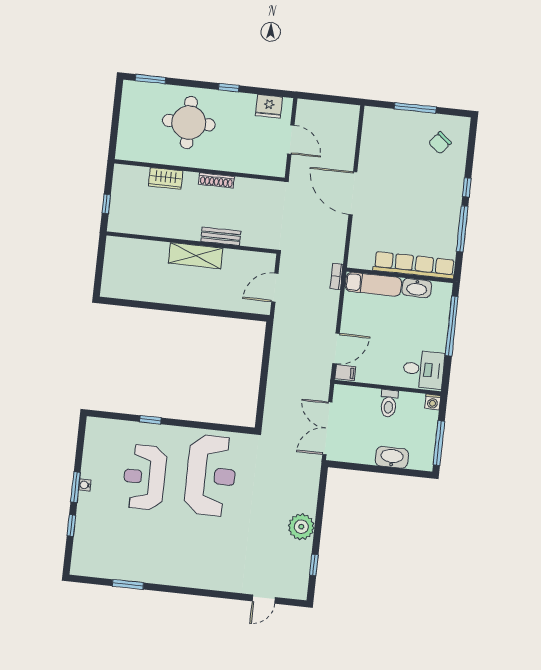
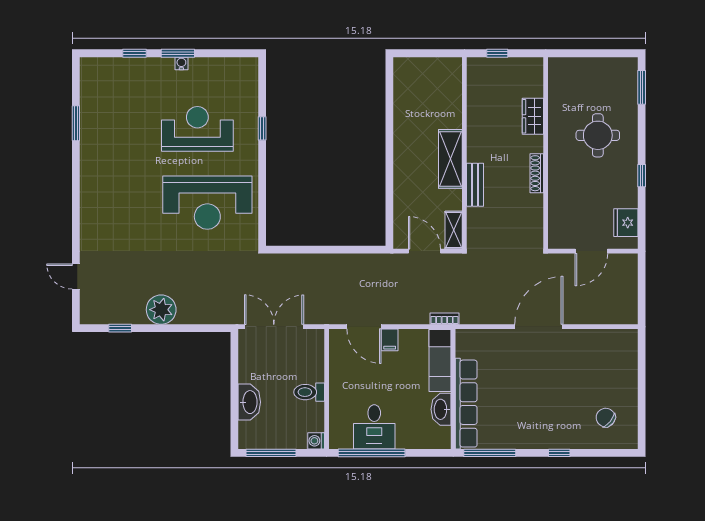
window: (415, 108) -> (642, 386), removed
round table: (189, 123) -> (598, 135), width x0.73, depth x0.73
window: (462, 229) -> (490, 453), moved
shelving: (259, 260) -> (454, 230), added
window: (452, 326) -> (372, 453), moved
desk: (424, 369) -> (374, 427), moved
filing cabinet: (345, 373) -> (390, 340), moved

